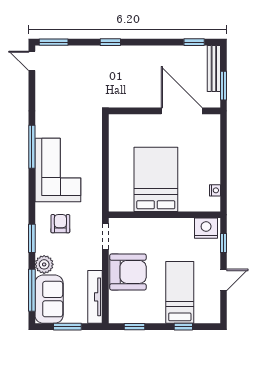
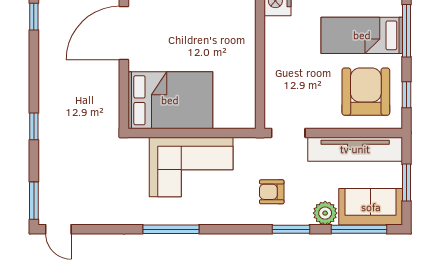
door: (32, 61) -> (58, 229), hinge flipped
corner sofa: (58, 170) -> (191, 167), moved, turned 180
bed: (156, 179) -> (170, 100), moved, turned 180
armchair: (128, 272) -> (366, 92), moved
tv unit: (95, 297) -> (355, 149), width x1.36, depth x1.29
window: (183, 327) -> (407, 31), width x2.17

